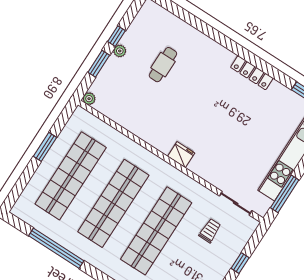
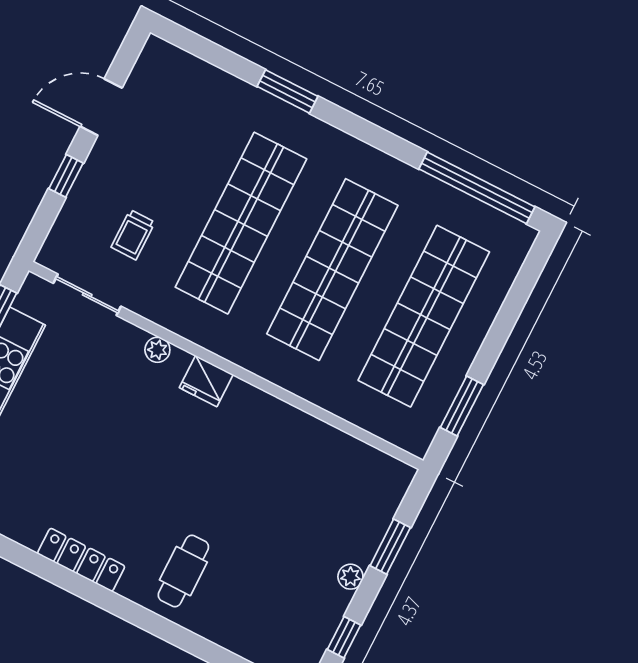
window: (116, 36) -> (344, 637), moved
cafe table: (163, 65) -> (183, 571), moved
plant: (89, 99) -> (157, 350), moved
window: (45, 147) -> (462, 406), moved
window: (56, 248) -> (477, 188), moved

